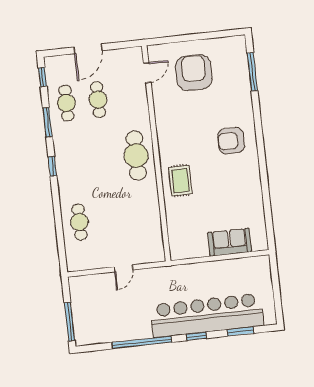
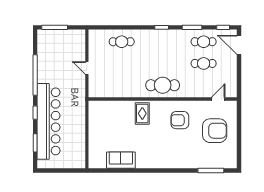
door: (88, 49) -> (239, 45), moved
door: (147, 73) -> (218, 99), swing flipped
armchair: (231, 141) -> (180, 120), moved, turned -90
rug: (180, 181) -> (142, 113), turned 90
sofa: (230, 242) -> (121, 160), moved, turned -90

